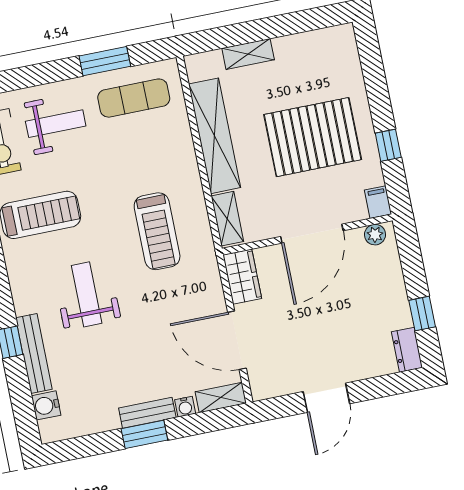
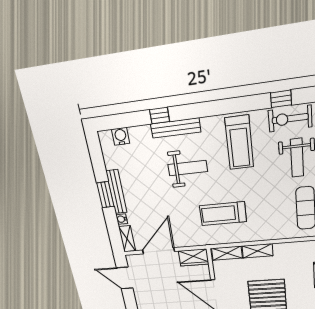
shelving: (214, 136) -> (258, 251), width x0.45, depth x0.75
bench: (34, 353) -> (176, 128), moved
door: (326, 398) -> (125, 278), moved
bench: (147, 413) -> (116, 192), width x1.36

